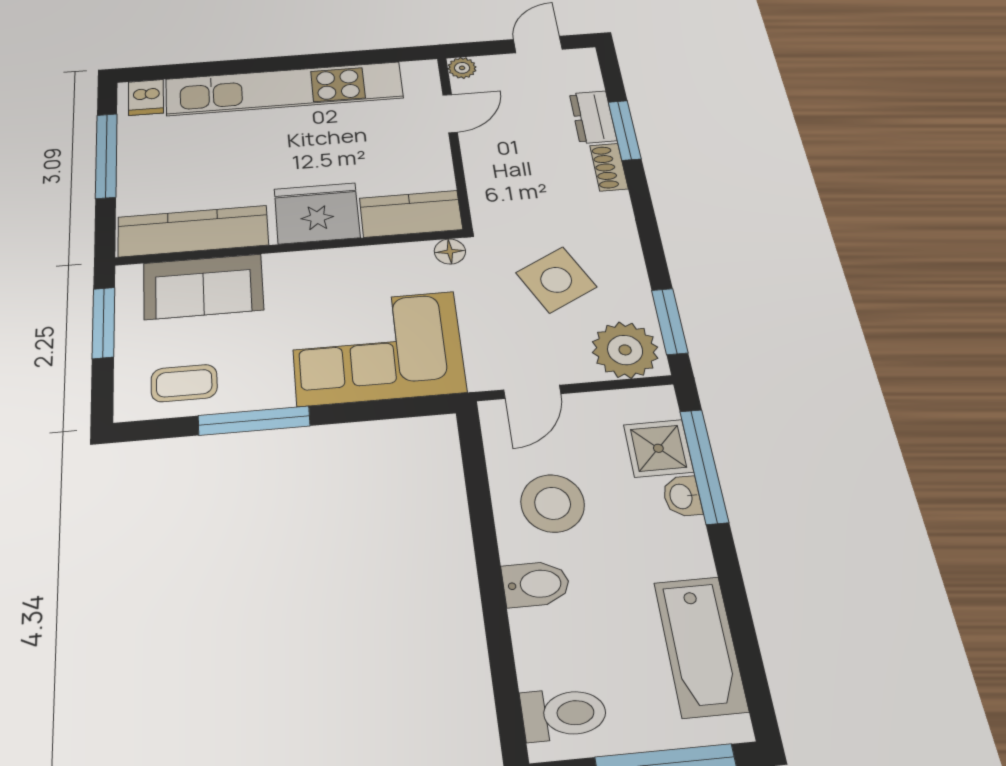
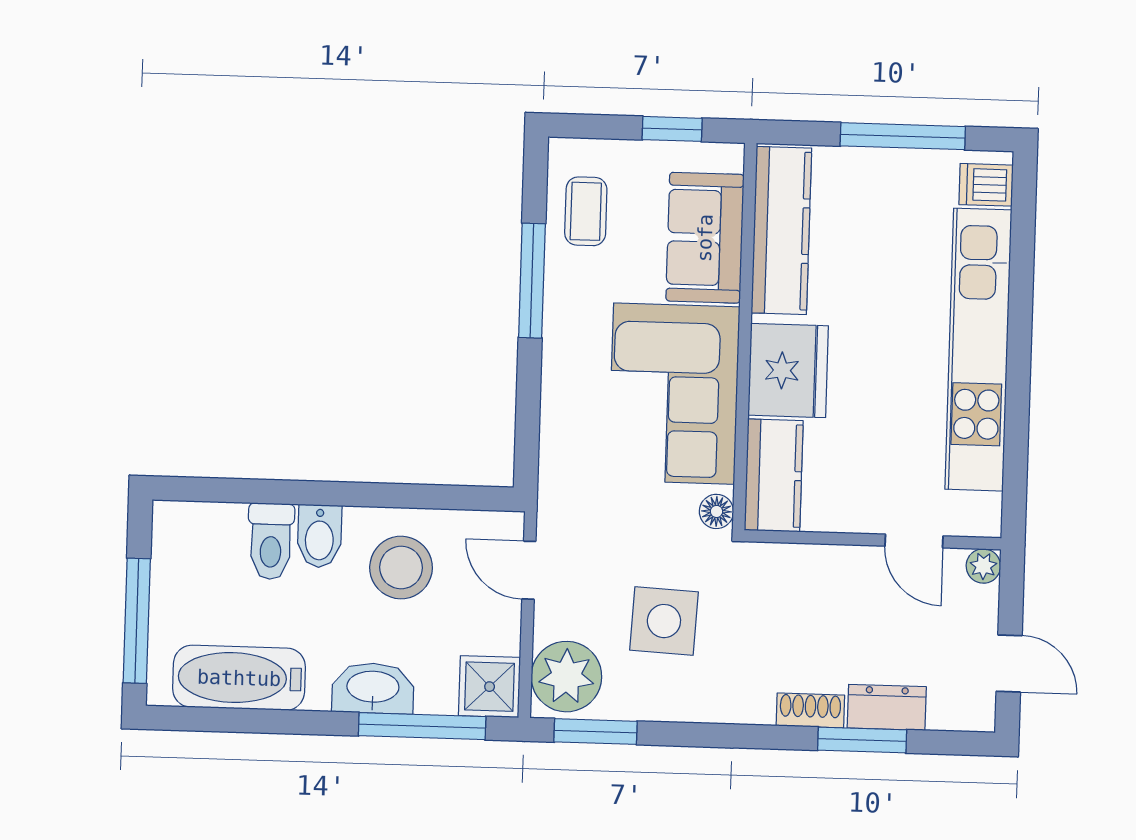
side table: (556, 280) -> (664, 621), turned 30
window: (104, 323) -> (672, 129), width x0.67
corner sofa: (377, 348) -> (674, 394), moved, turned 180
shower: (658, 448) -> (490, 687), moved
washbasin: (682, 496) -> (373, 688), width x1.91, depth x1.45
toilet: (564, 714) -> (271, 541), moved

